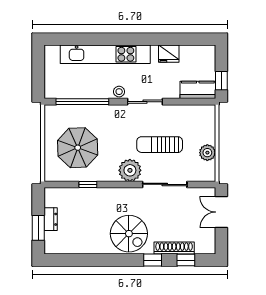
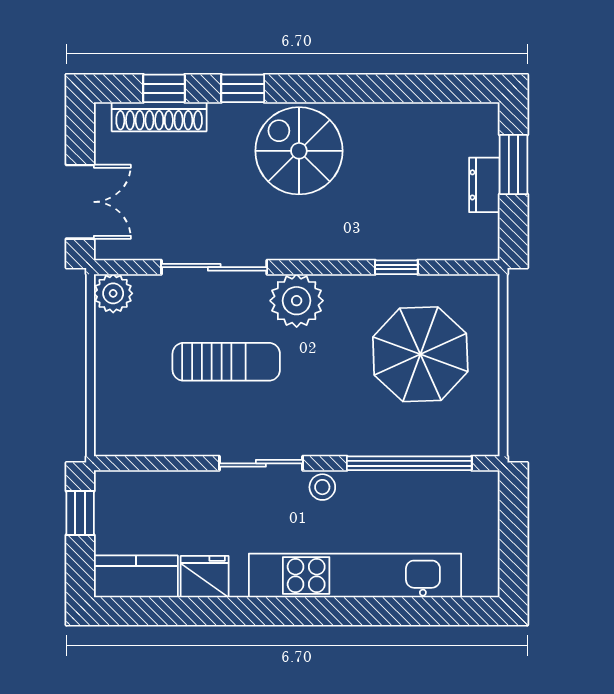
kitchen counter: (198, 90) -> (136, 576), moved, turned 180
plant: (207, 153) -> (113, 293), moved
shoe rack: (174, 248) -> (159, 117), moved

